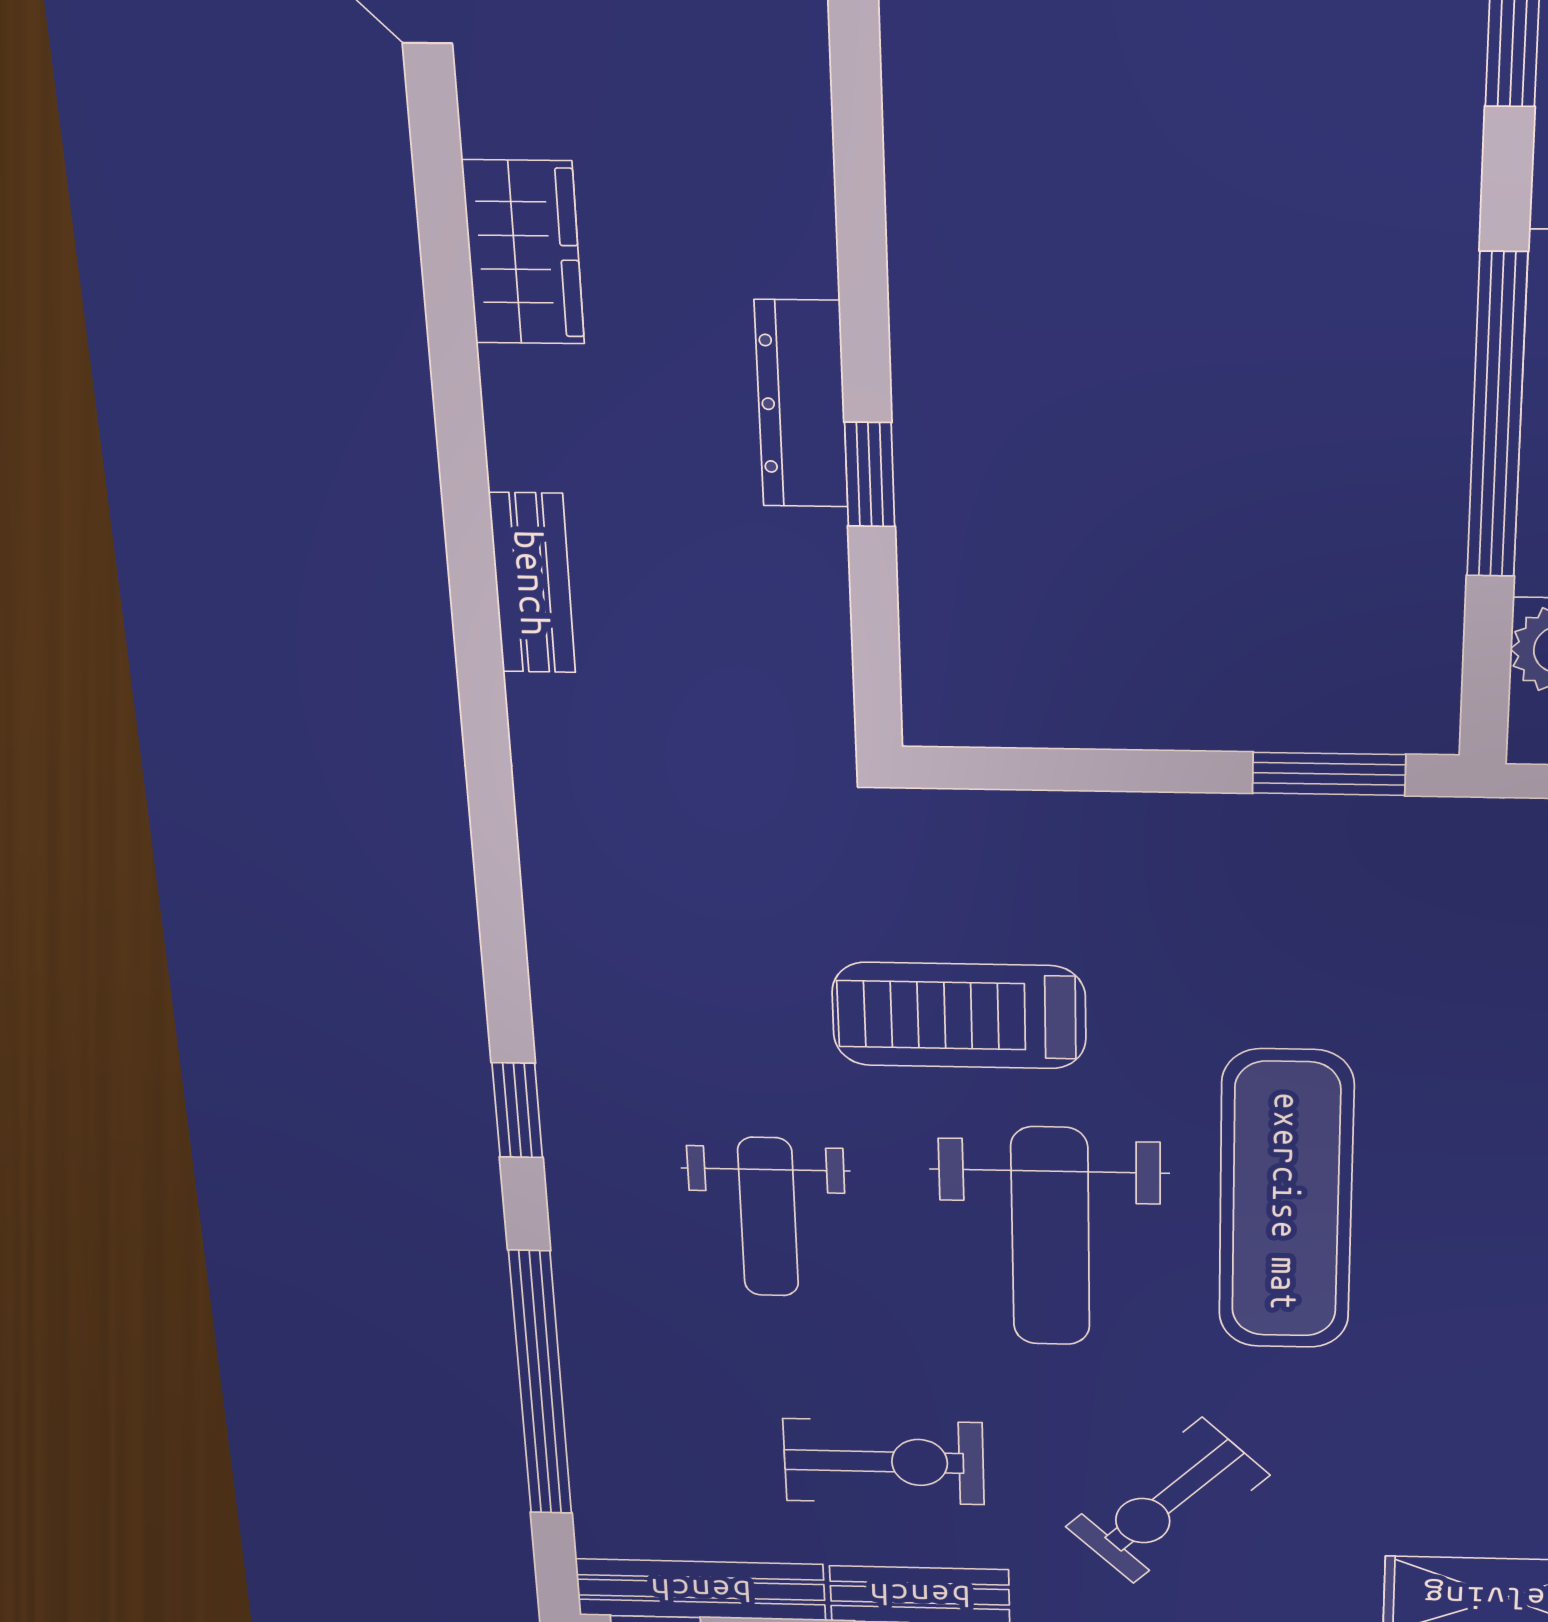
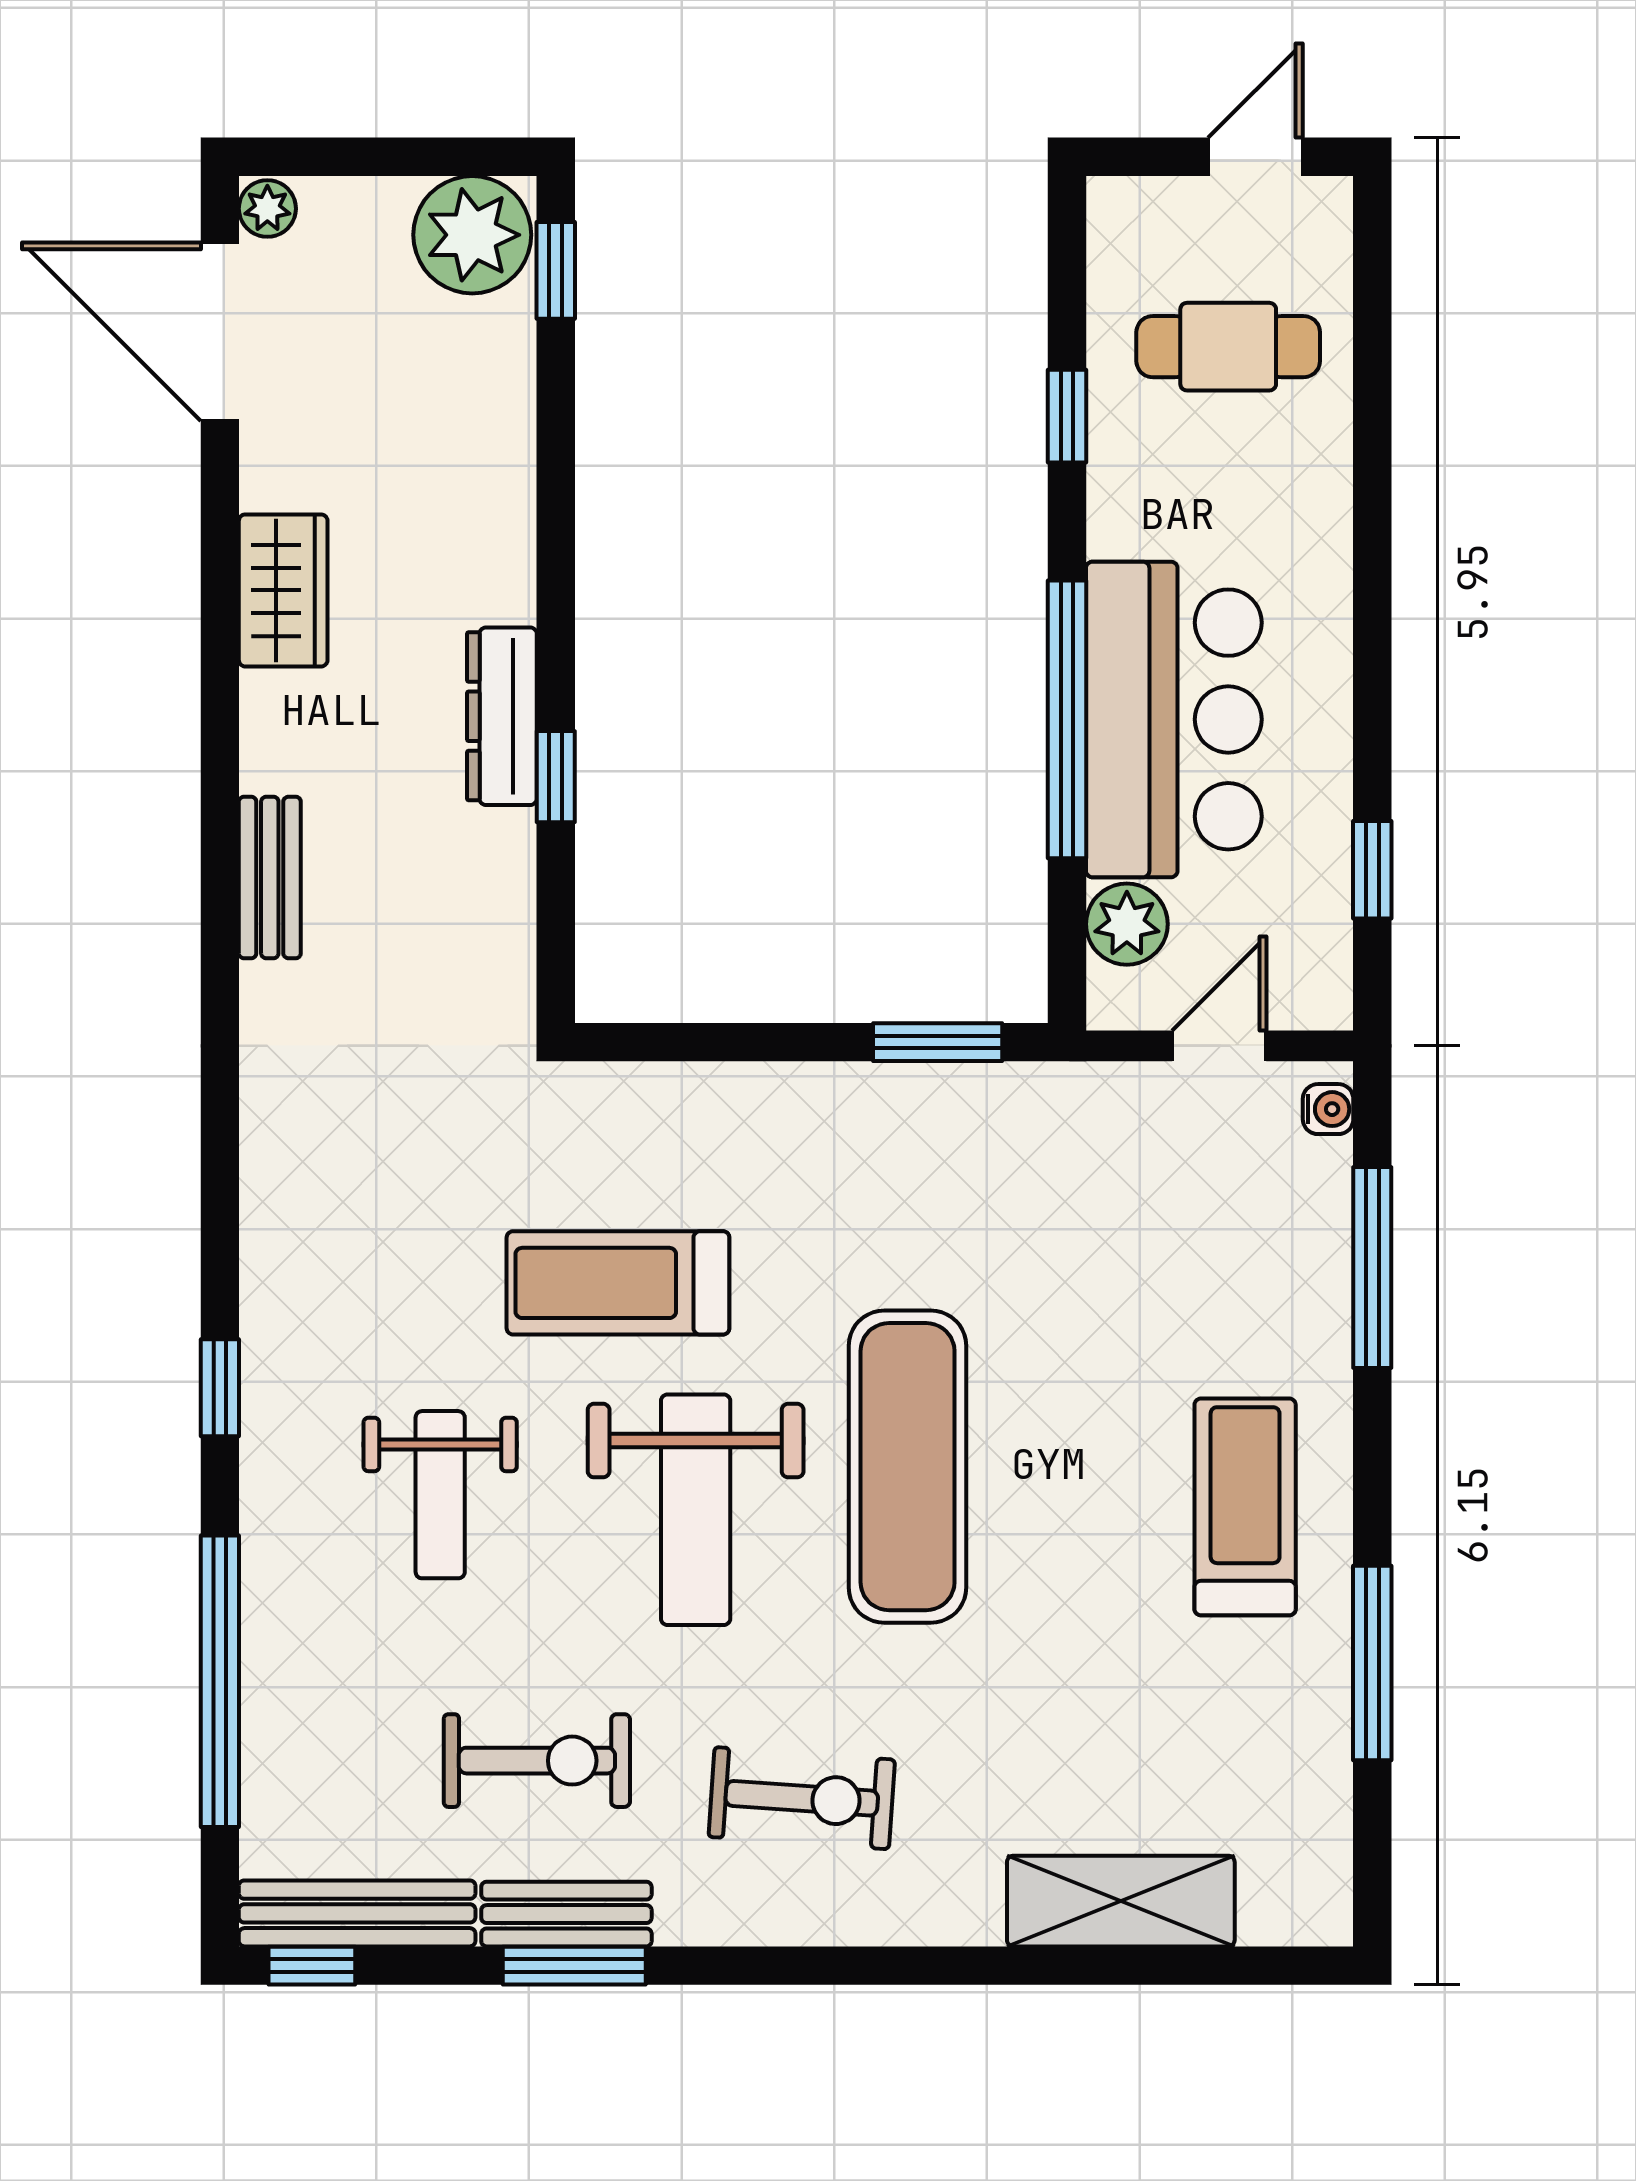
exercise bike: (1167, 1501) -> (802, 1798), turned -131

